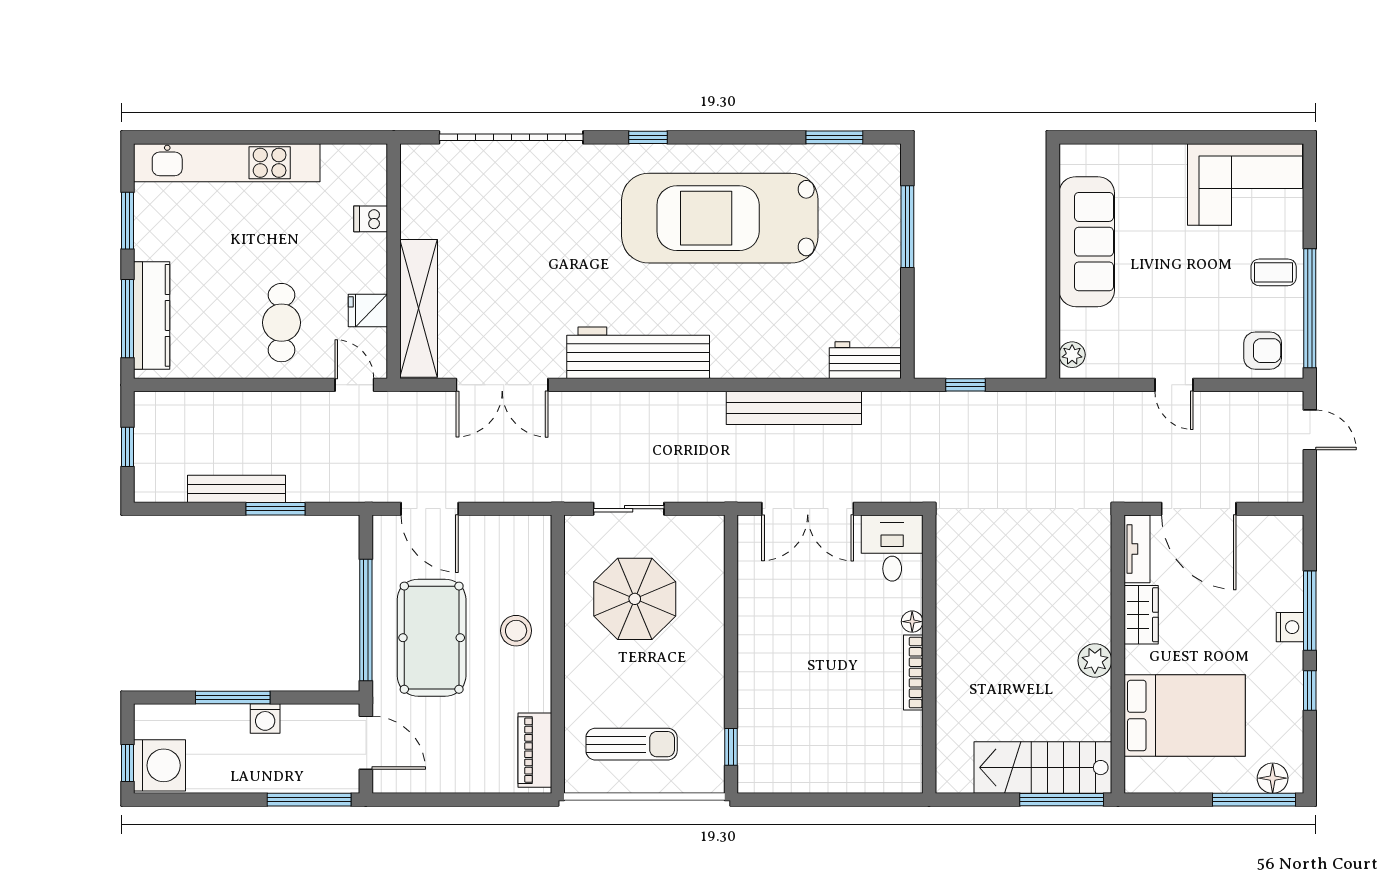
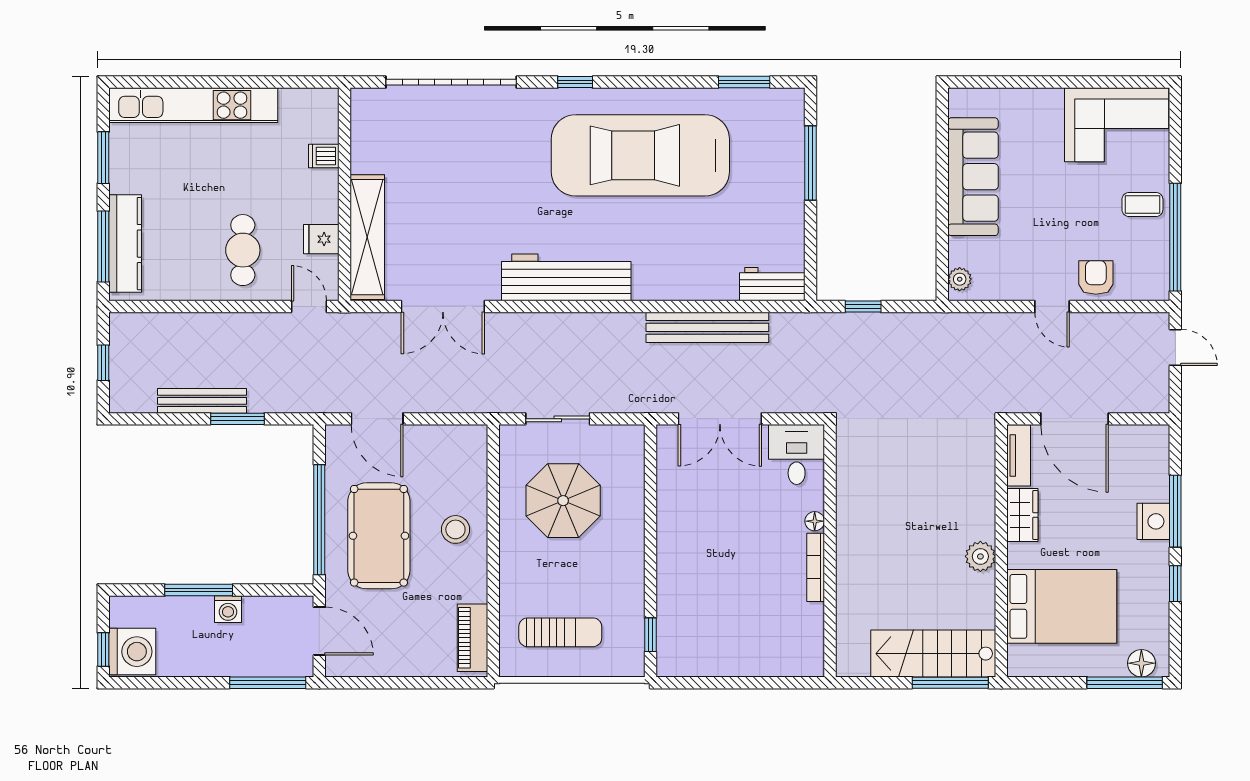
armchair: (1263, 351) -> (1096, 278), moved, turned -90
nightstand: (1290, 627) -> (1153, 521), width x1.36, depth x1.33

